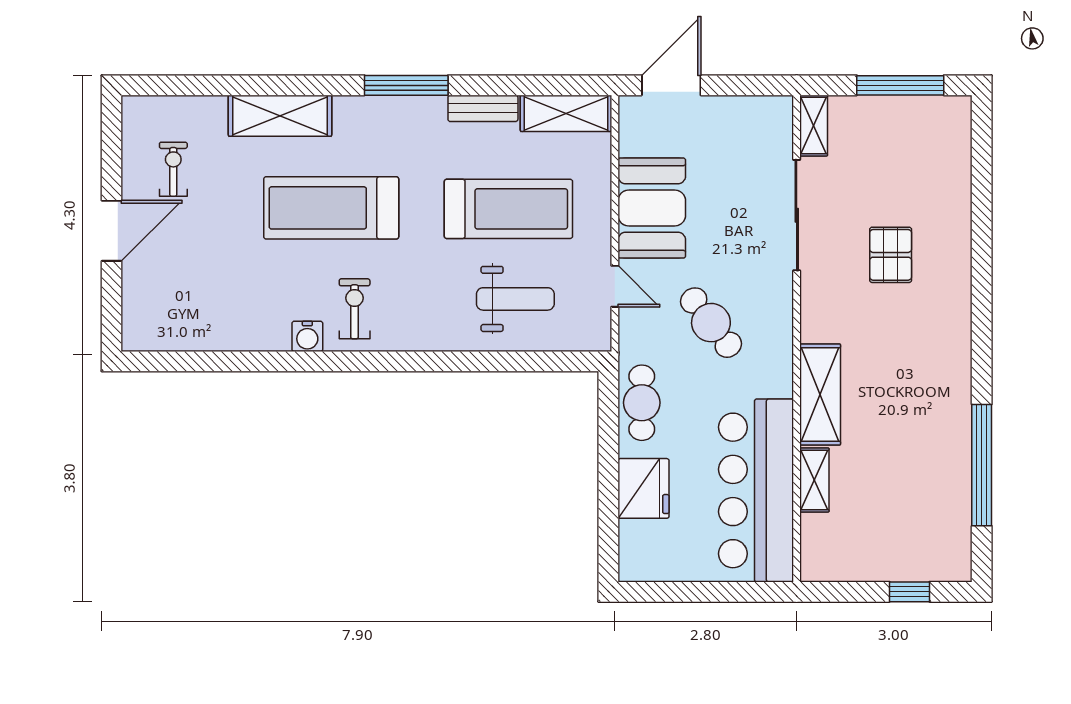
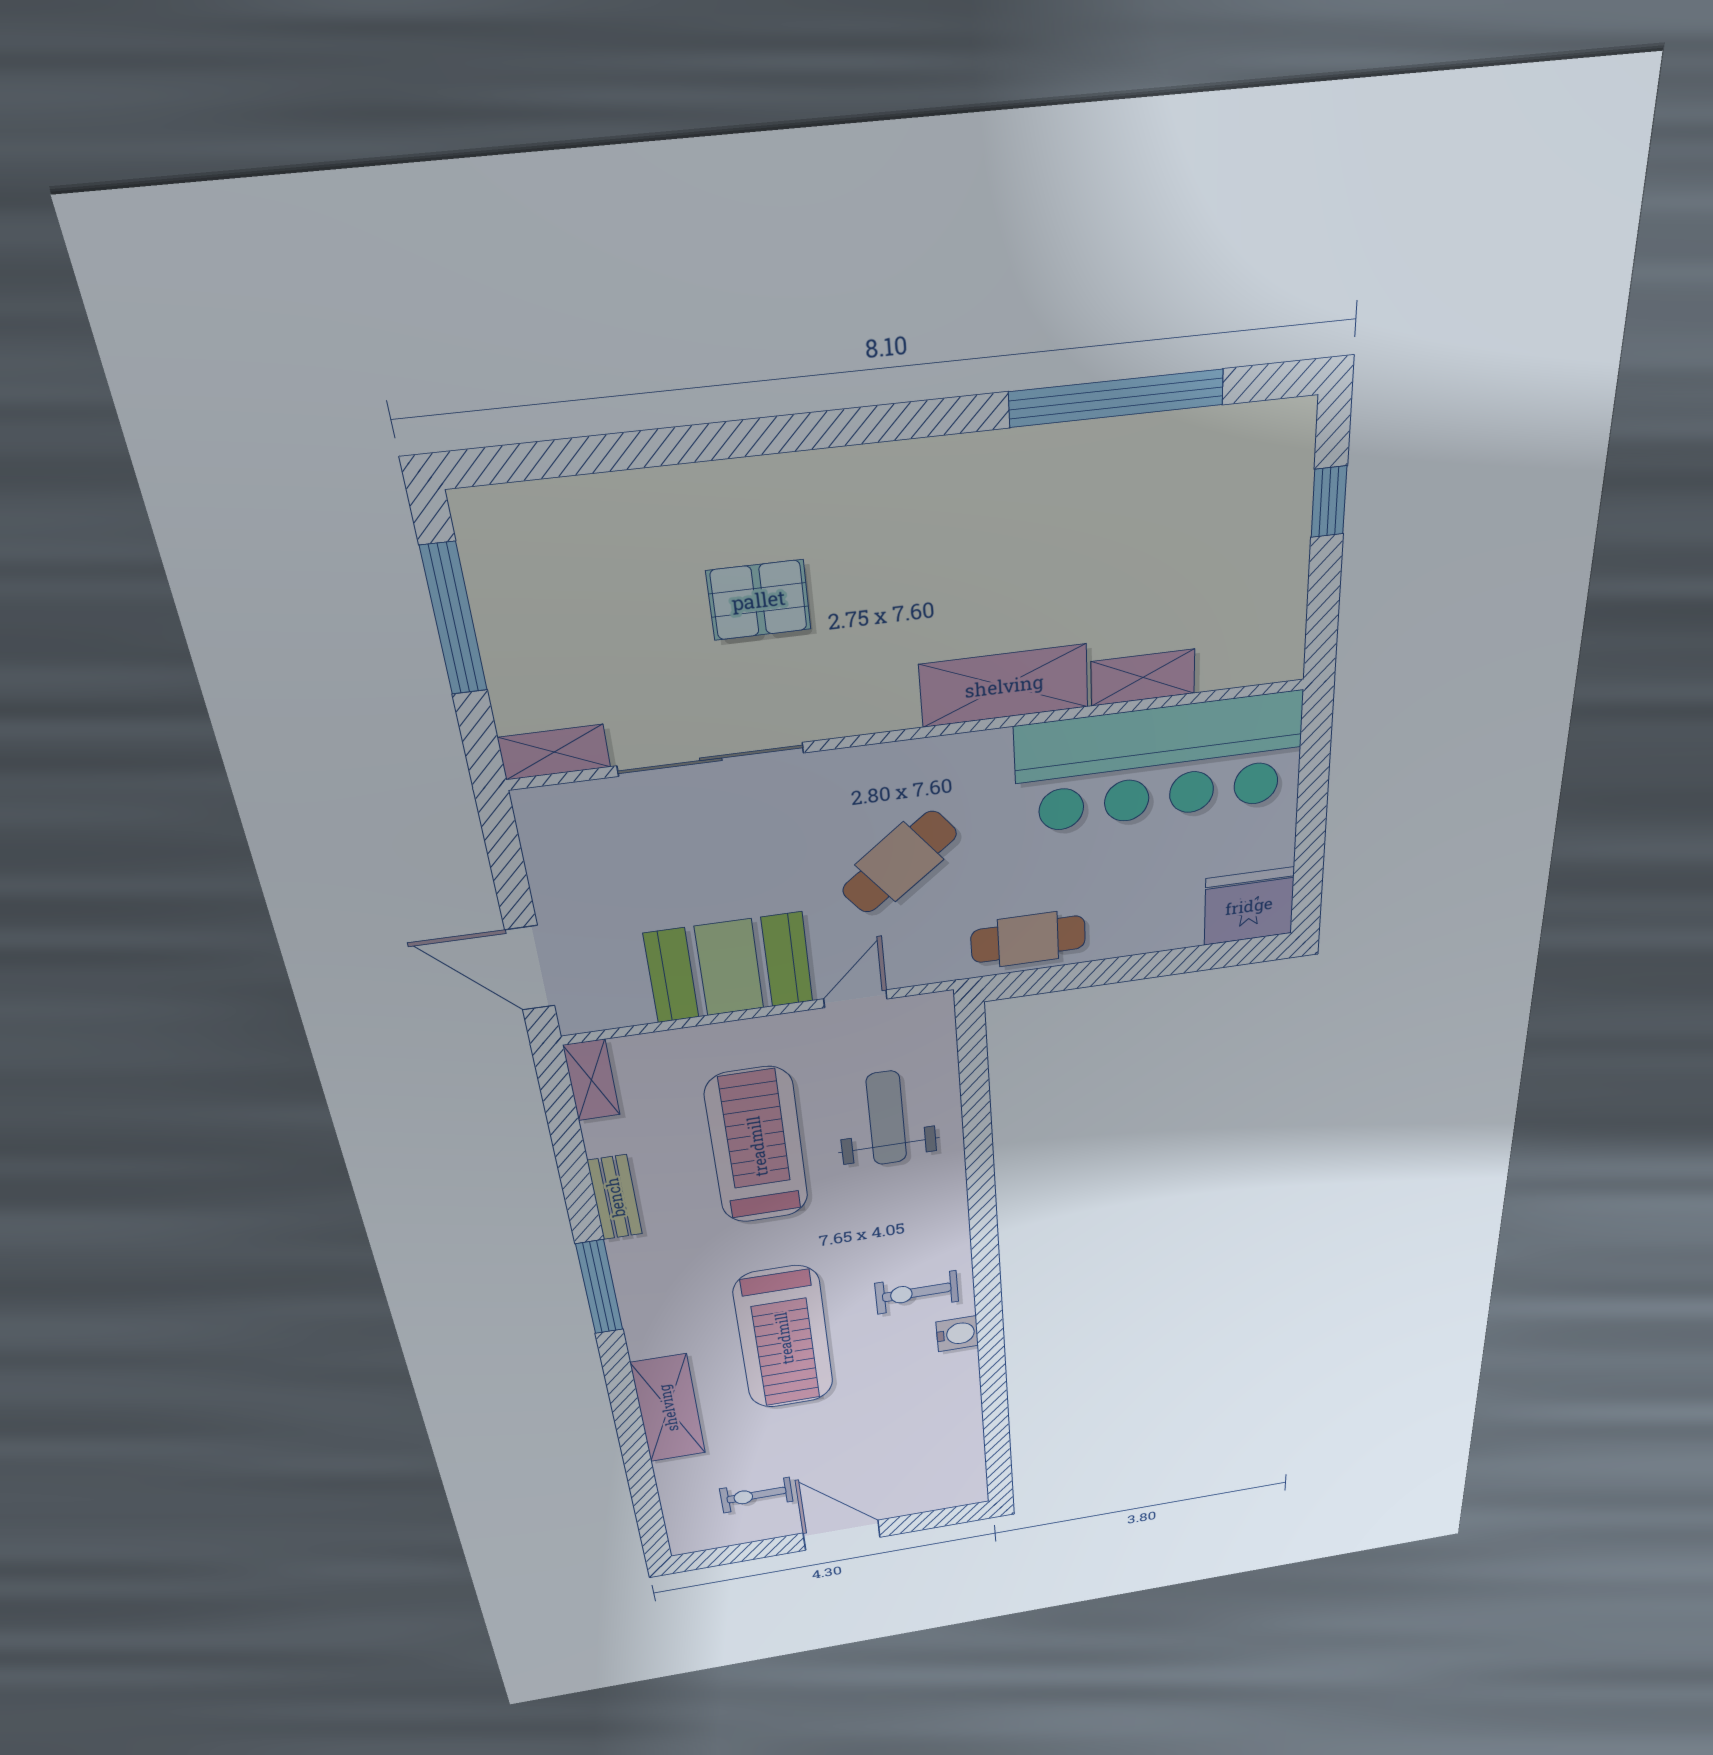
shelving: (566, 113) -> (592, 1080), width x0.67, depth x0.75
fridge: (643, 488) -> (1249, 906), moved

